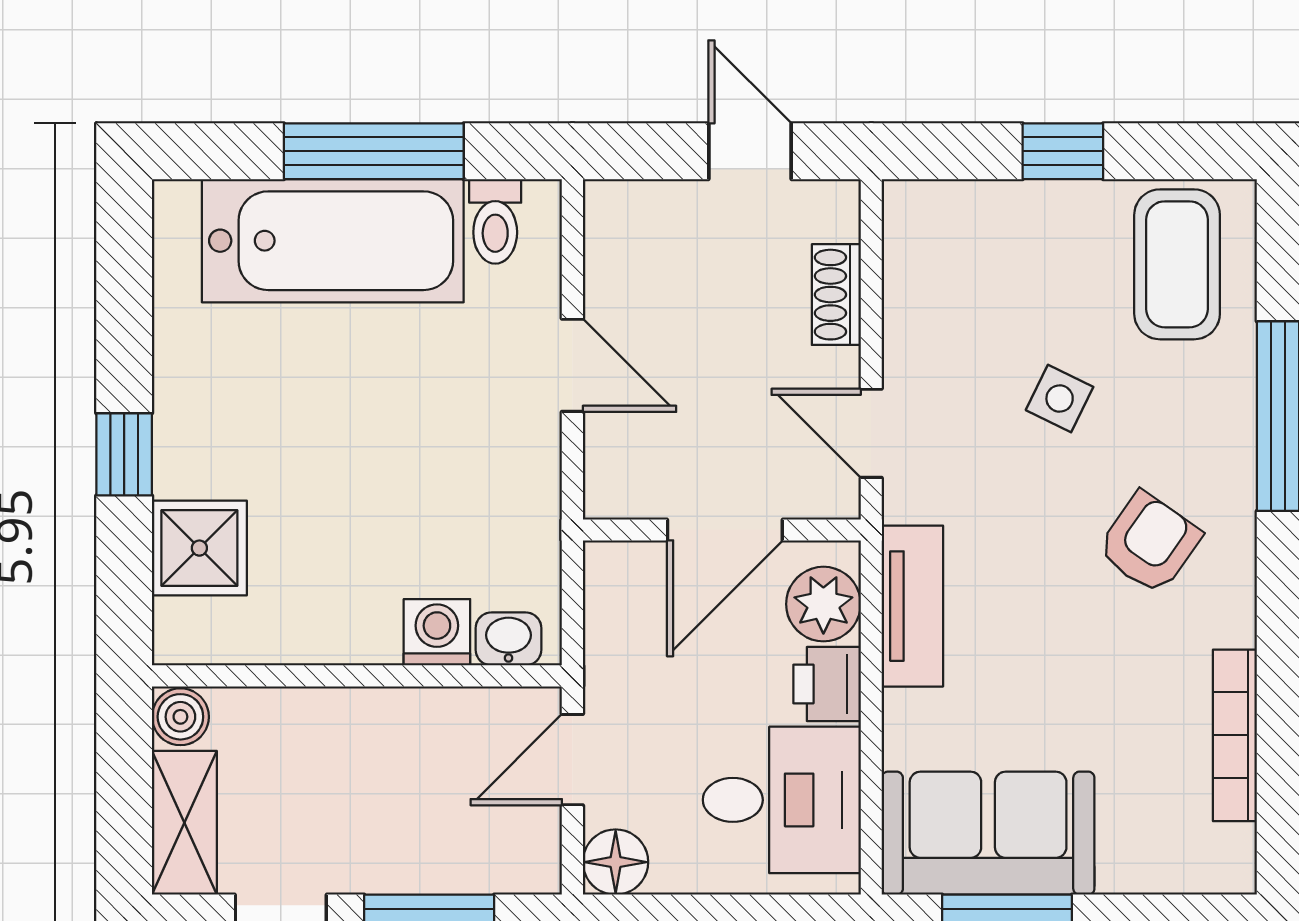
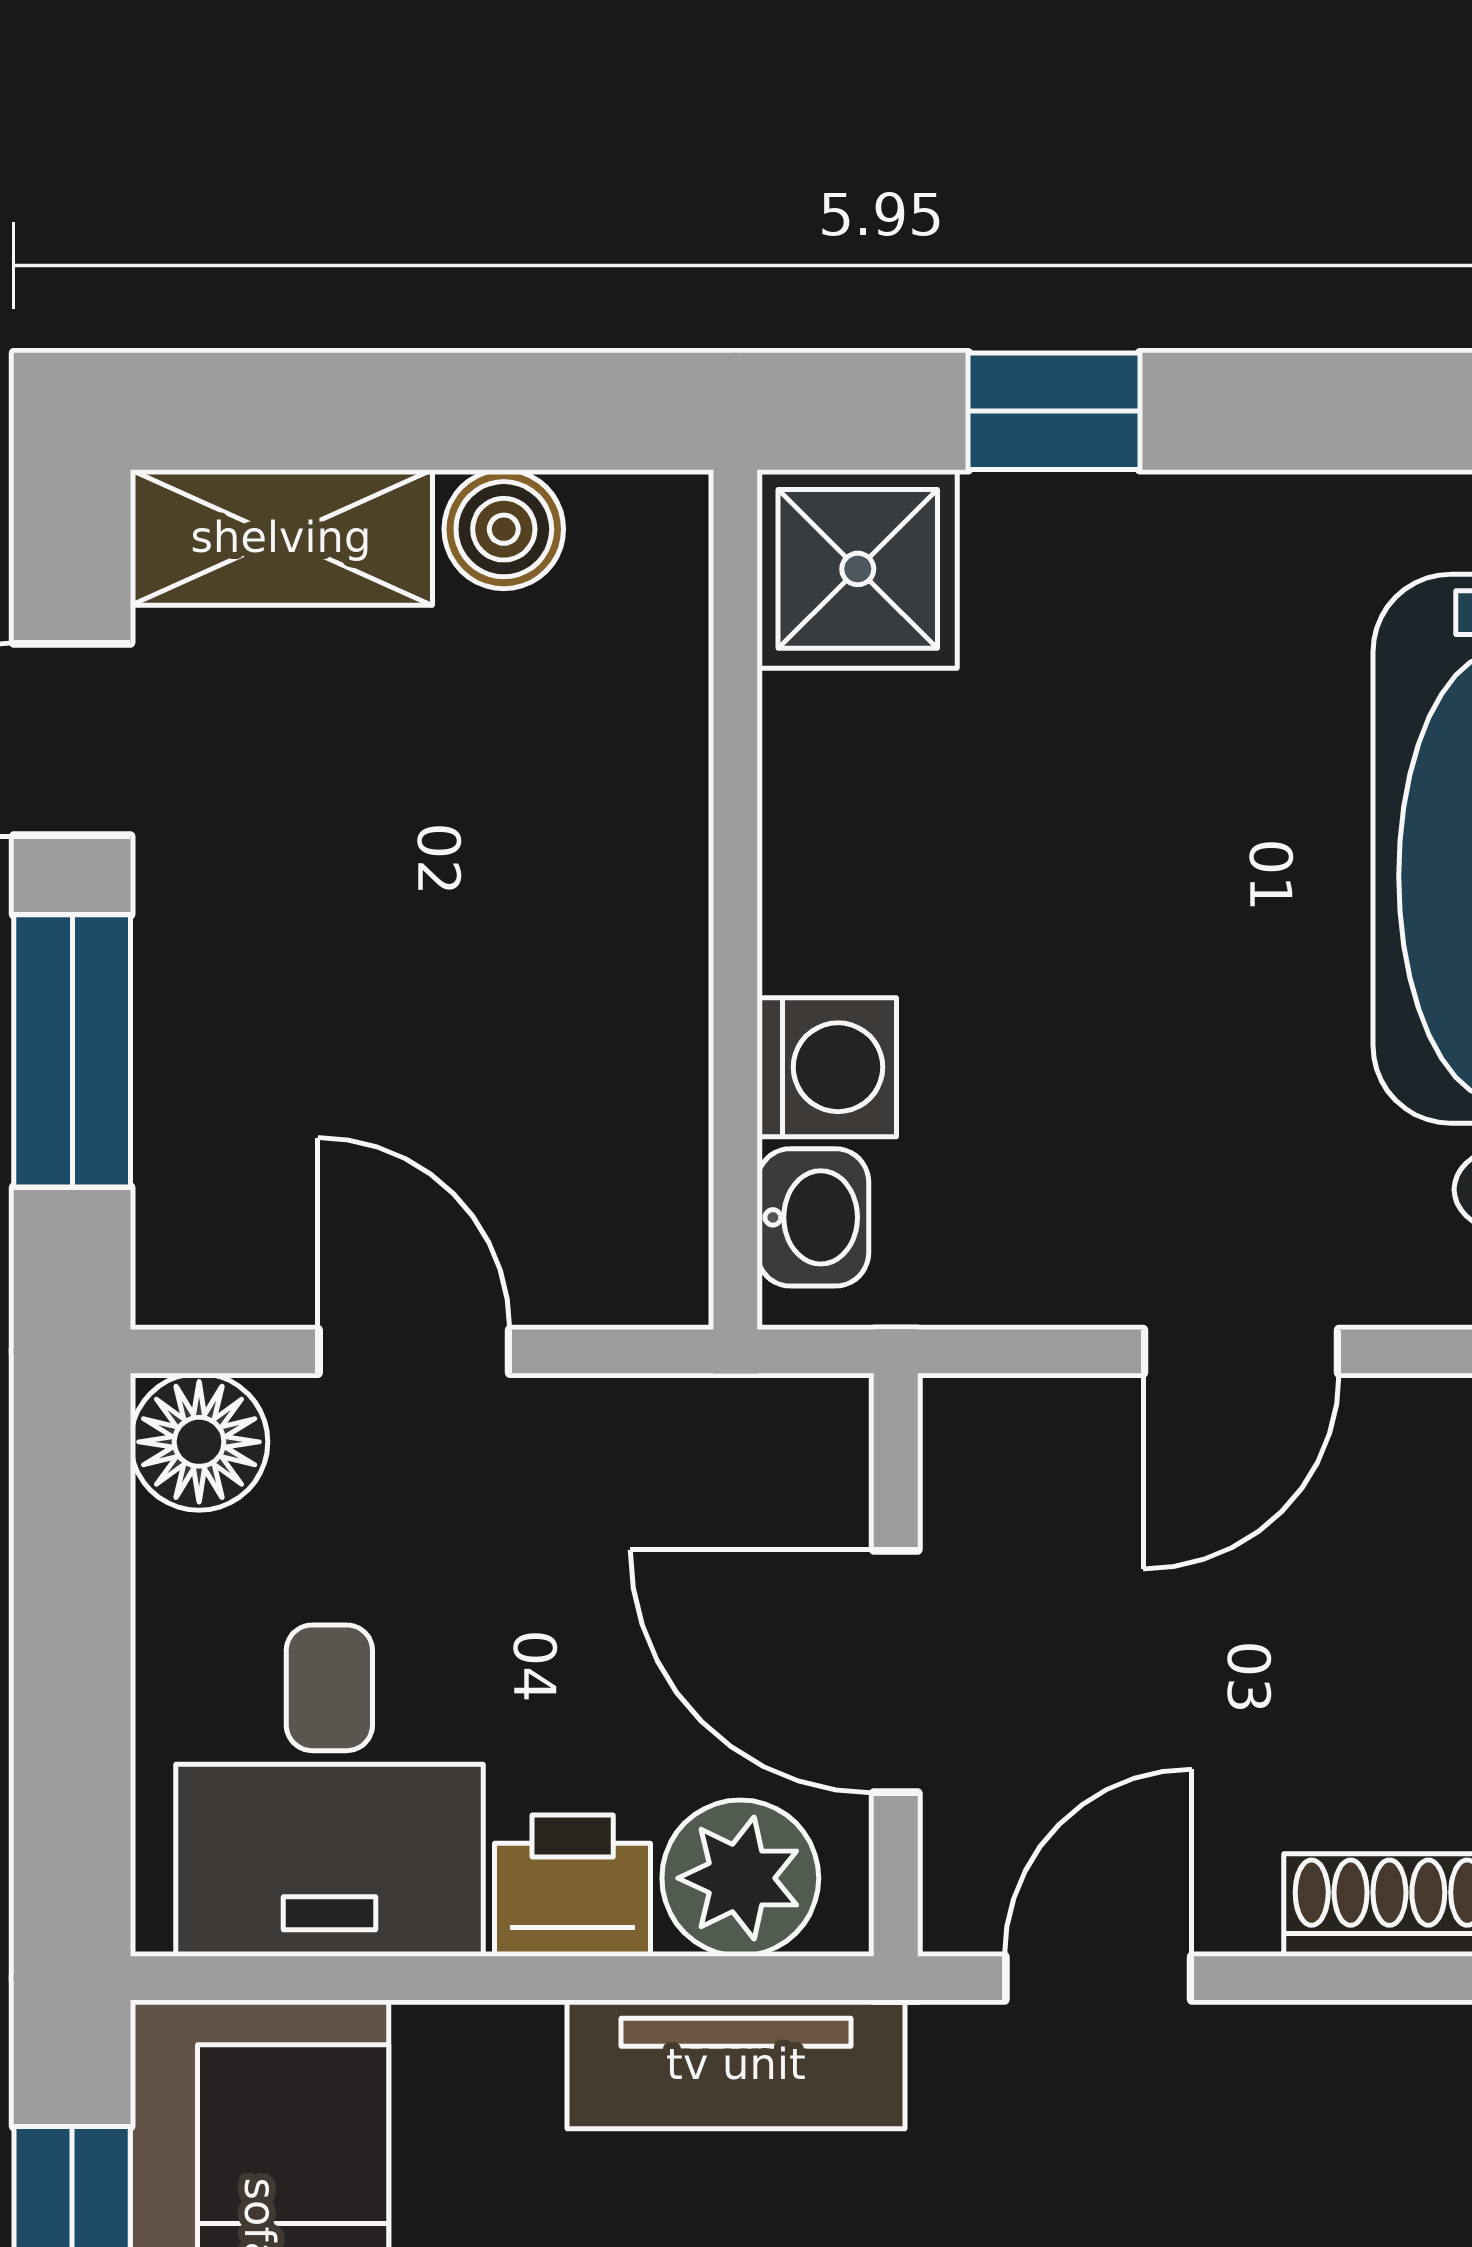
washing machine: (437, 632) -> (827, 1067), moved
washbasin: (508, 639) -> (813, 1217), moved
wall: (357, 676) -> (735, 900), moved

